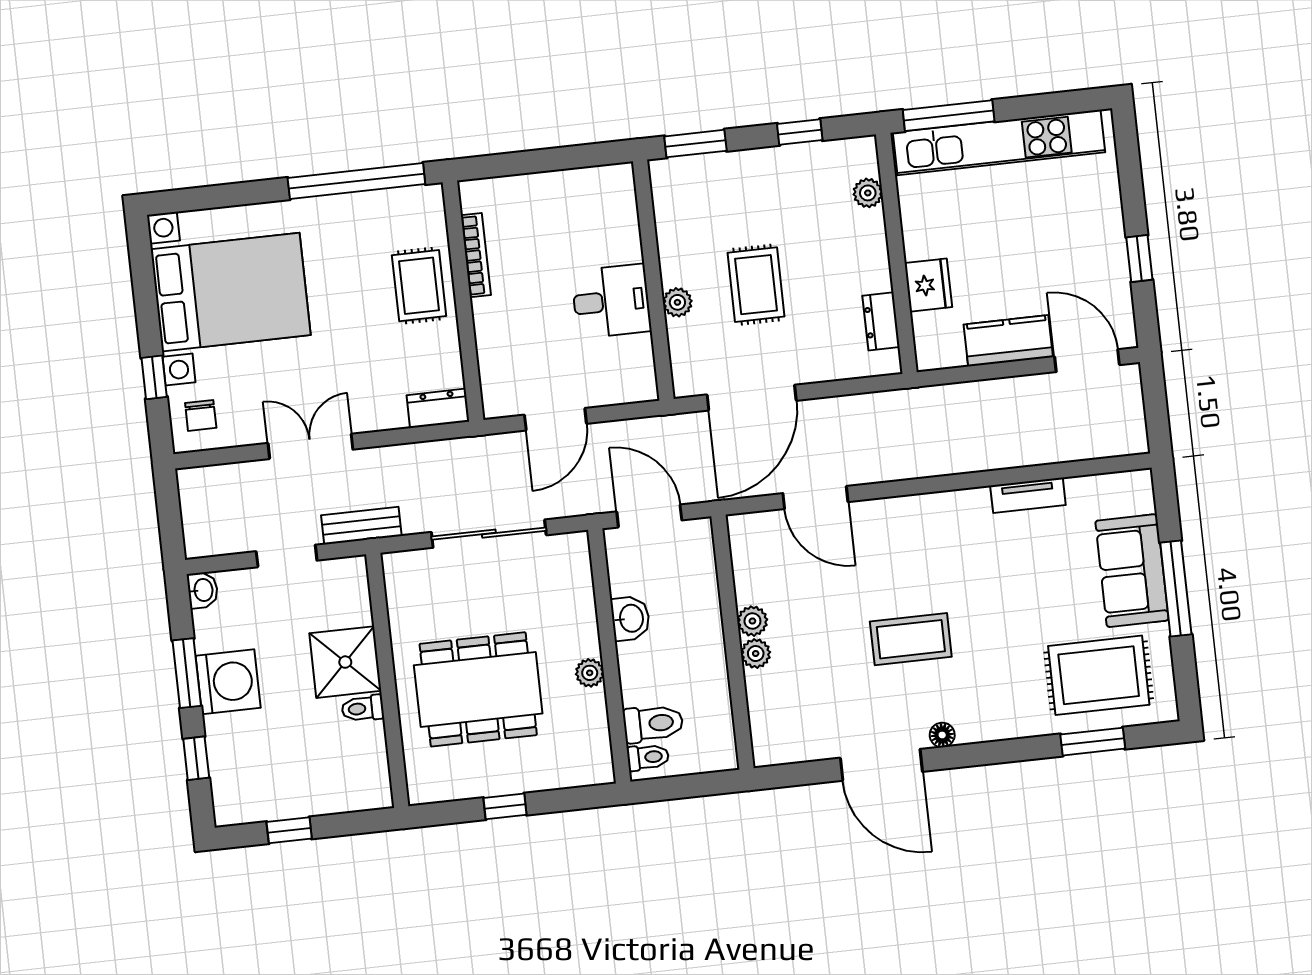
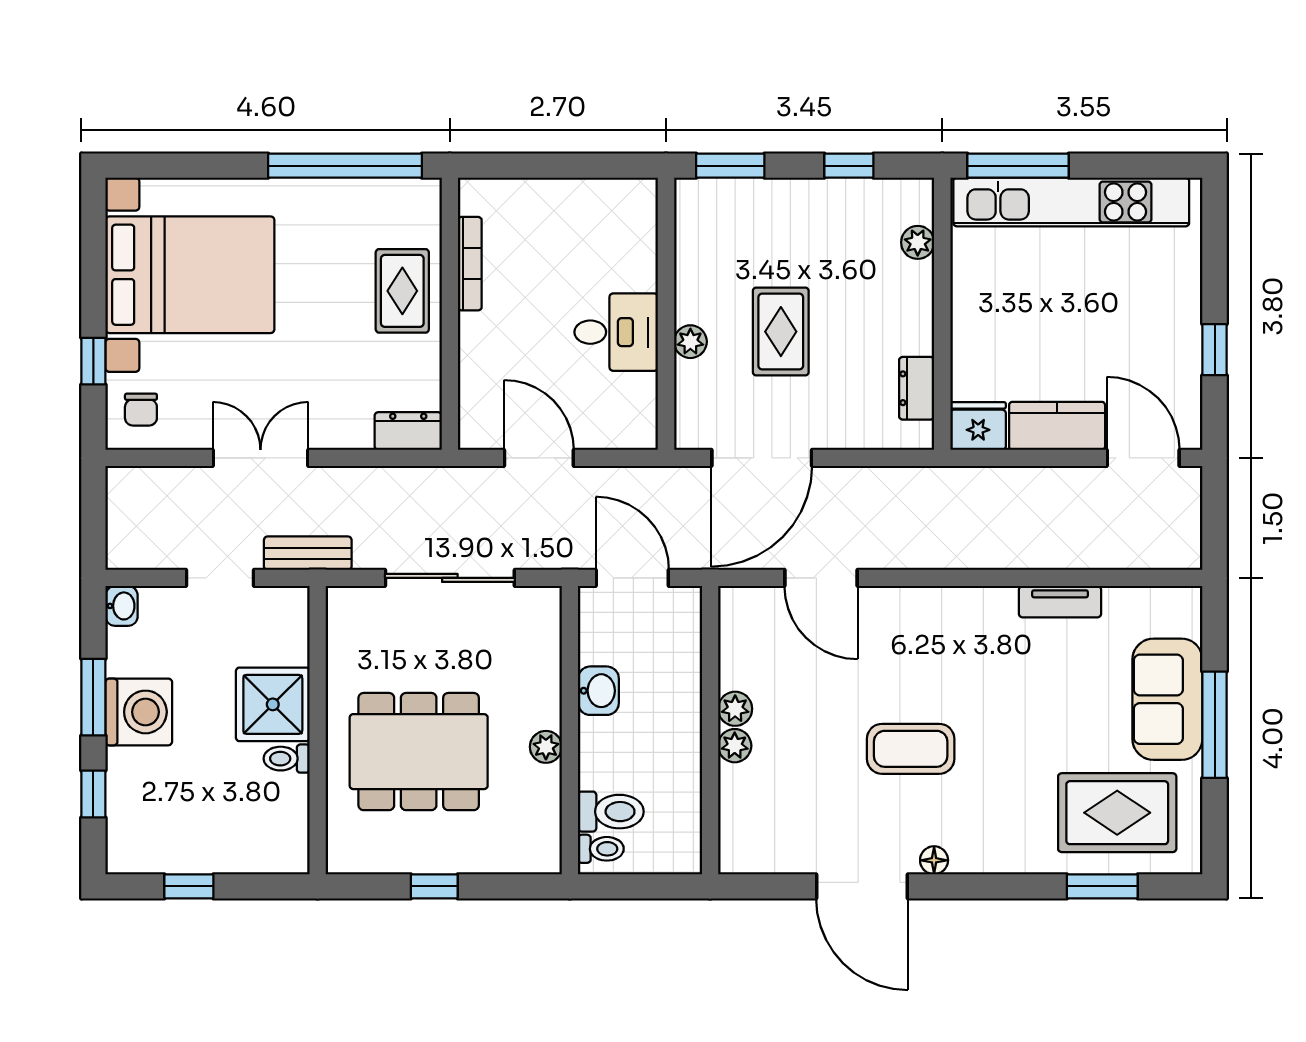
fridge: (928, 285) -> (978, 426), moved, turned -90
door: (555, 419) -> (539, 458), swing flipped

